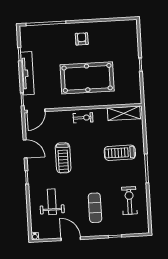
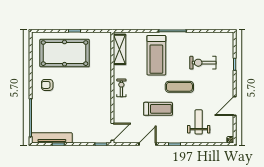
tv unit: (27, 73) -> (52, 138), moved
pool table: (87, 78) -> (65, 53), moved, turned 90
door: (36, 111) -> (112, 132), hinge flipped
treadmill: (120, 153) -> (156, 55), width x1.37, depth x1.38
exercise bike: (129, 201) -> (203, 63), moved
weight bench: (52, 202) -> (199, 122), turned 90
exercise mat: (95, 208) -> (179, 87), moved

